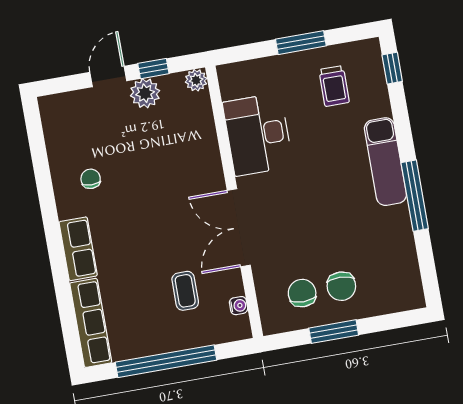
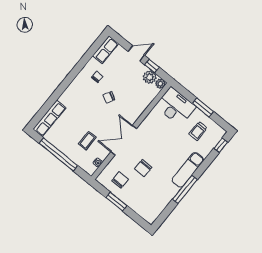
plant: (145, 93) -> (150, 77), moved
desk: (258, 134) -> (175, 106), moved, turned 90
chair: (143, 189) -> (109, 97), added
row of seats: (78, 249) -> (105, 50), moved
chair: (341, 286) -> (143, 168), moved

